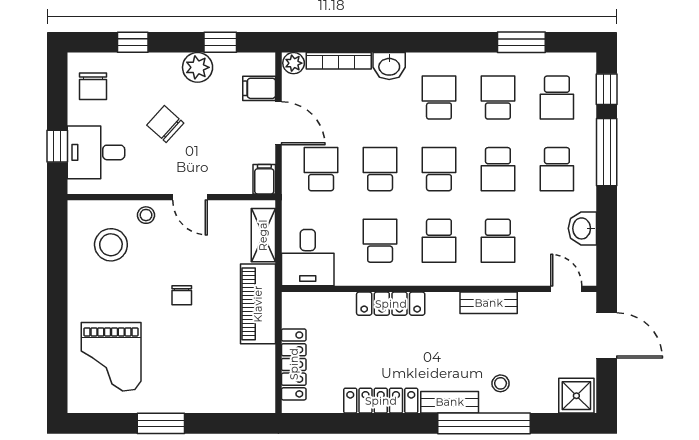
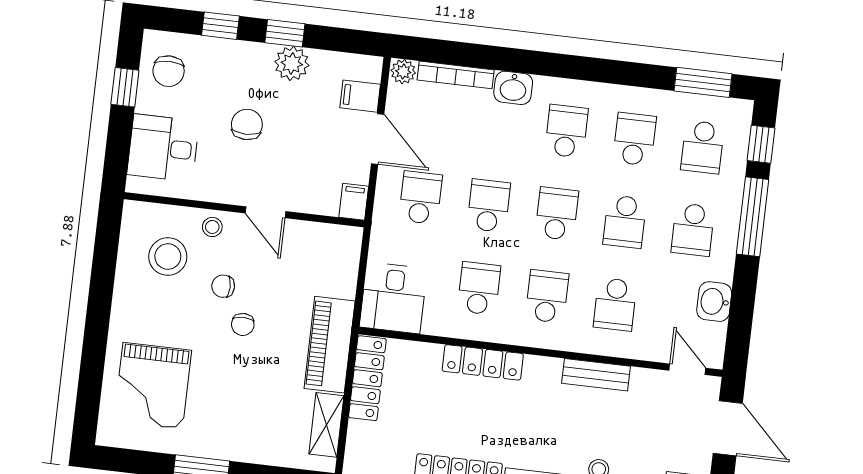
window: (220, 42) -> (285, 33), moved
window: (521, 42) -> (703, 82), moved
chair: (165, 124) -> (247, 125), turned 48
window: (57, 146) -> (125, 87), moved
shelving: (263, 235) -> (326, 425), moved
school desk: (439, 241) -> (547, 296), turned 180
chair: (161, 265) -> (223, 286), added
locker: (294, 364) -> (367, 378), moved

